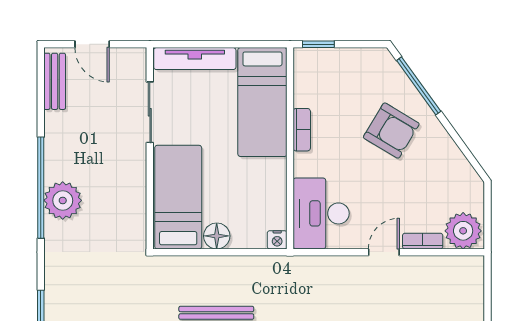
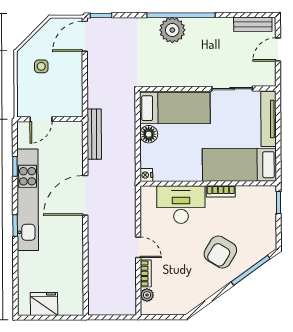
desk: (321, 213) -> (181, 205), moved
plant: (463, 231) -> (147, 295), width x0.53, depth x0.53

